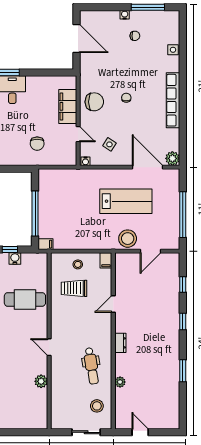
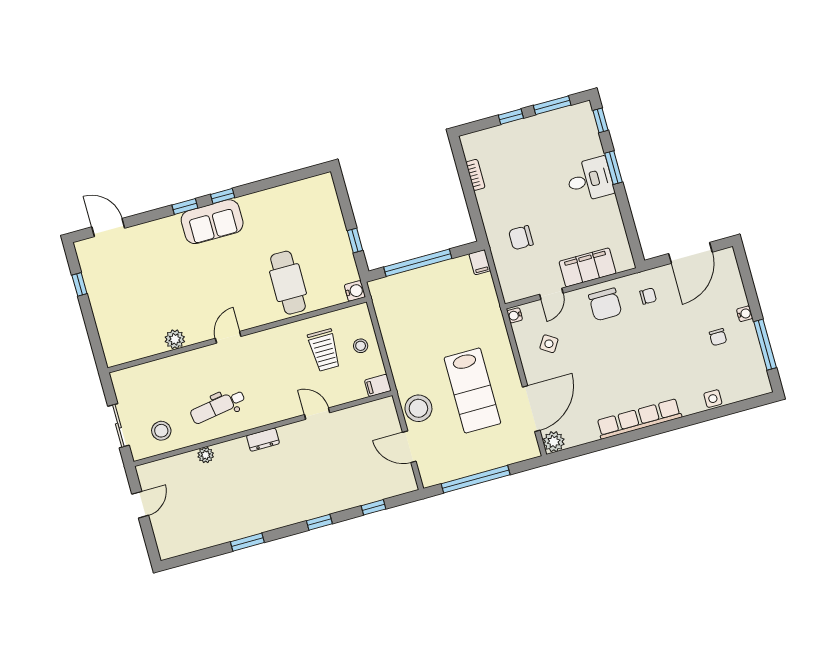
chair: (126, 98) -> (648, 296), moved
filing cabinet: (46, 244) -> (480, 262), moved
water cooler: (15, 258) -> (355, 291), moved
trolley: (74, 288) -> (324, 350), turned 180

